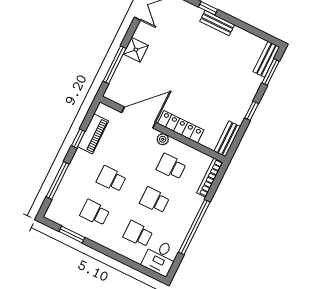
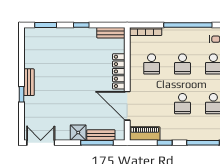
bench: (266, 59) -> (101, 135), moved
piano: (93, 134) -> (145, 134), moved
plant: (163, 139) -> (134, 80), removed

